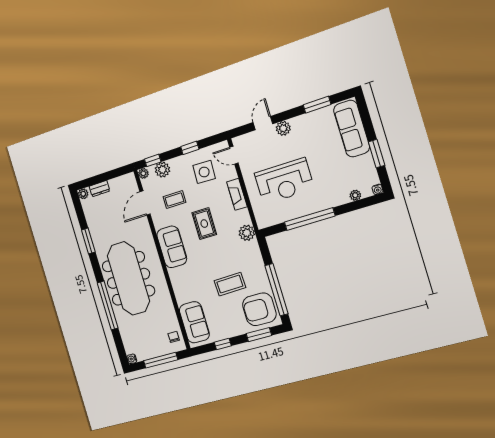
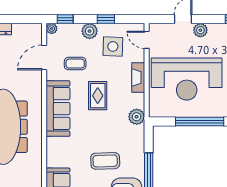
plant: (162, 170) -> (90, 31), moved
reception desk: (284, 181) -> (187, 79), width x1.36, depth x1.30
sofa: (172, 247) -> (58, 109), width x1.36

